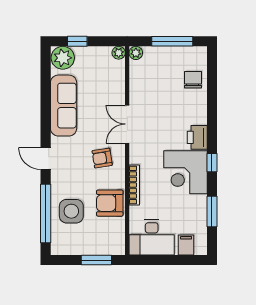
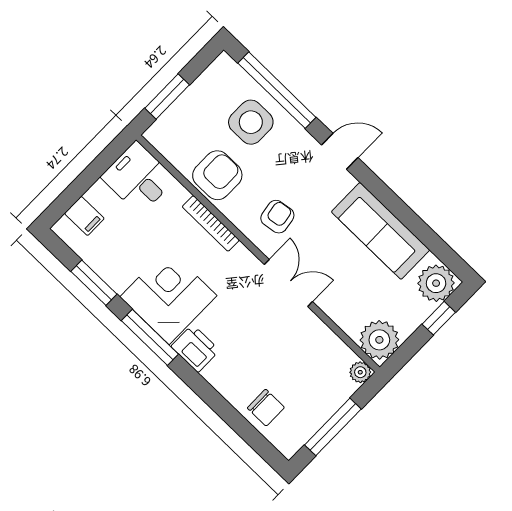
plant: (119, 53) -> (379, 340), width x1.88, depth x1.88
window: (212, 163) -> (150, 337), width x2.17
desk: (152, 237) -> (138, 178), width x0.73

